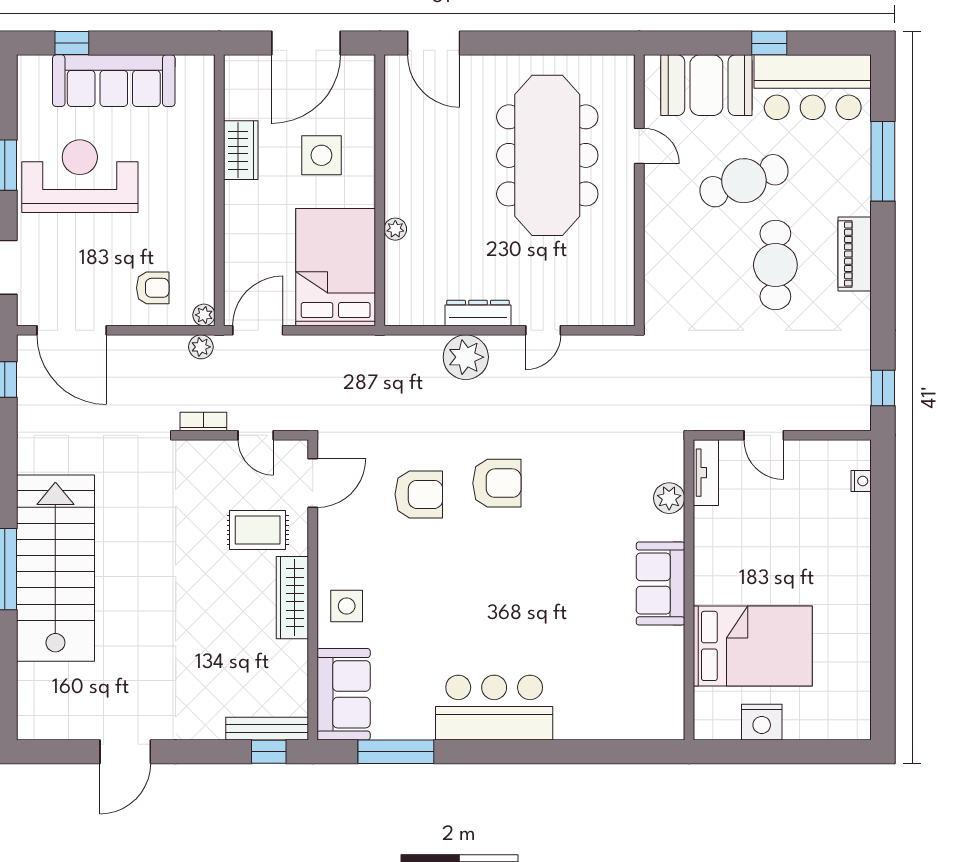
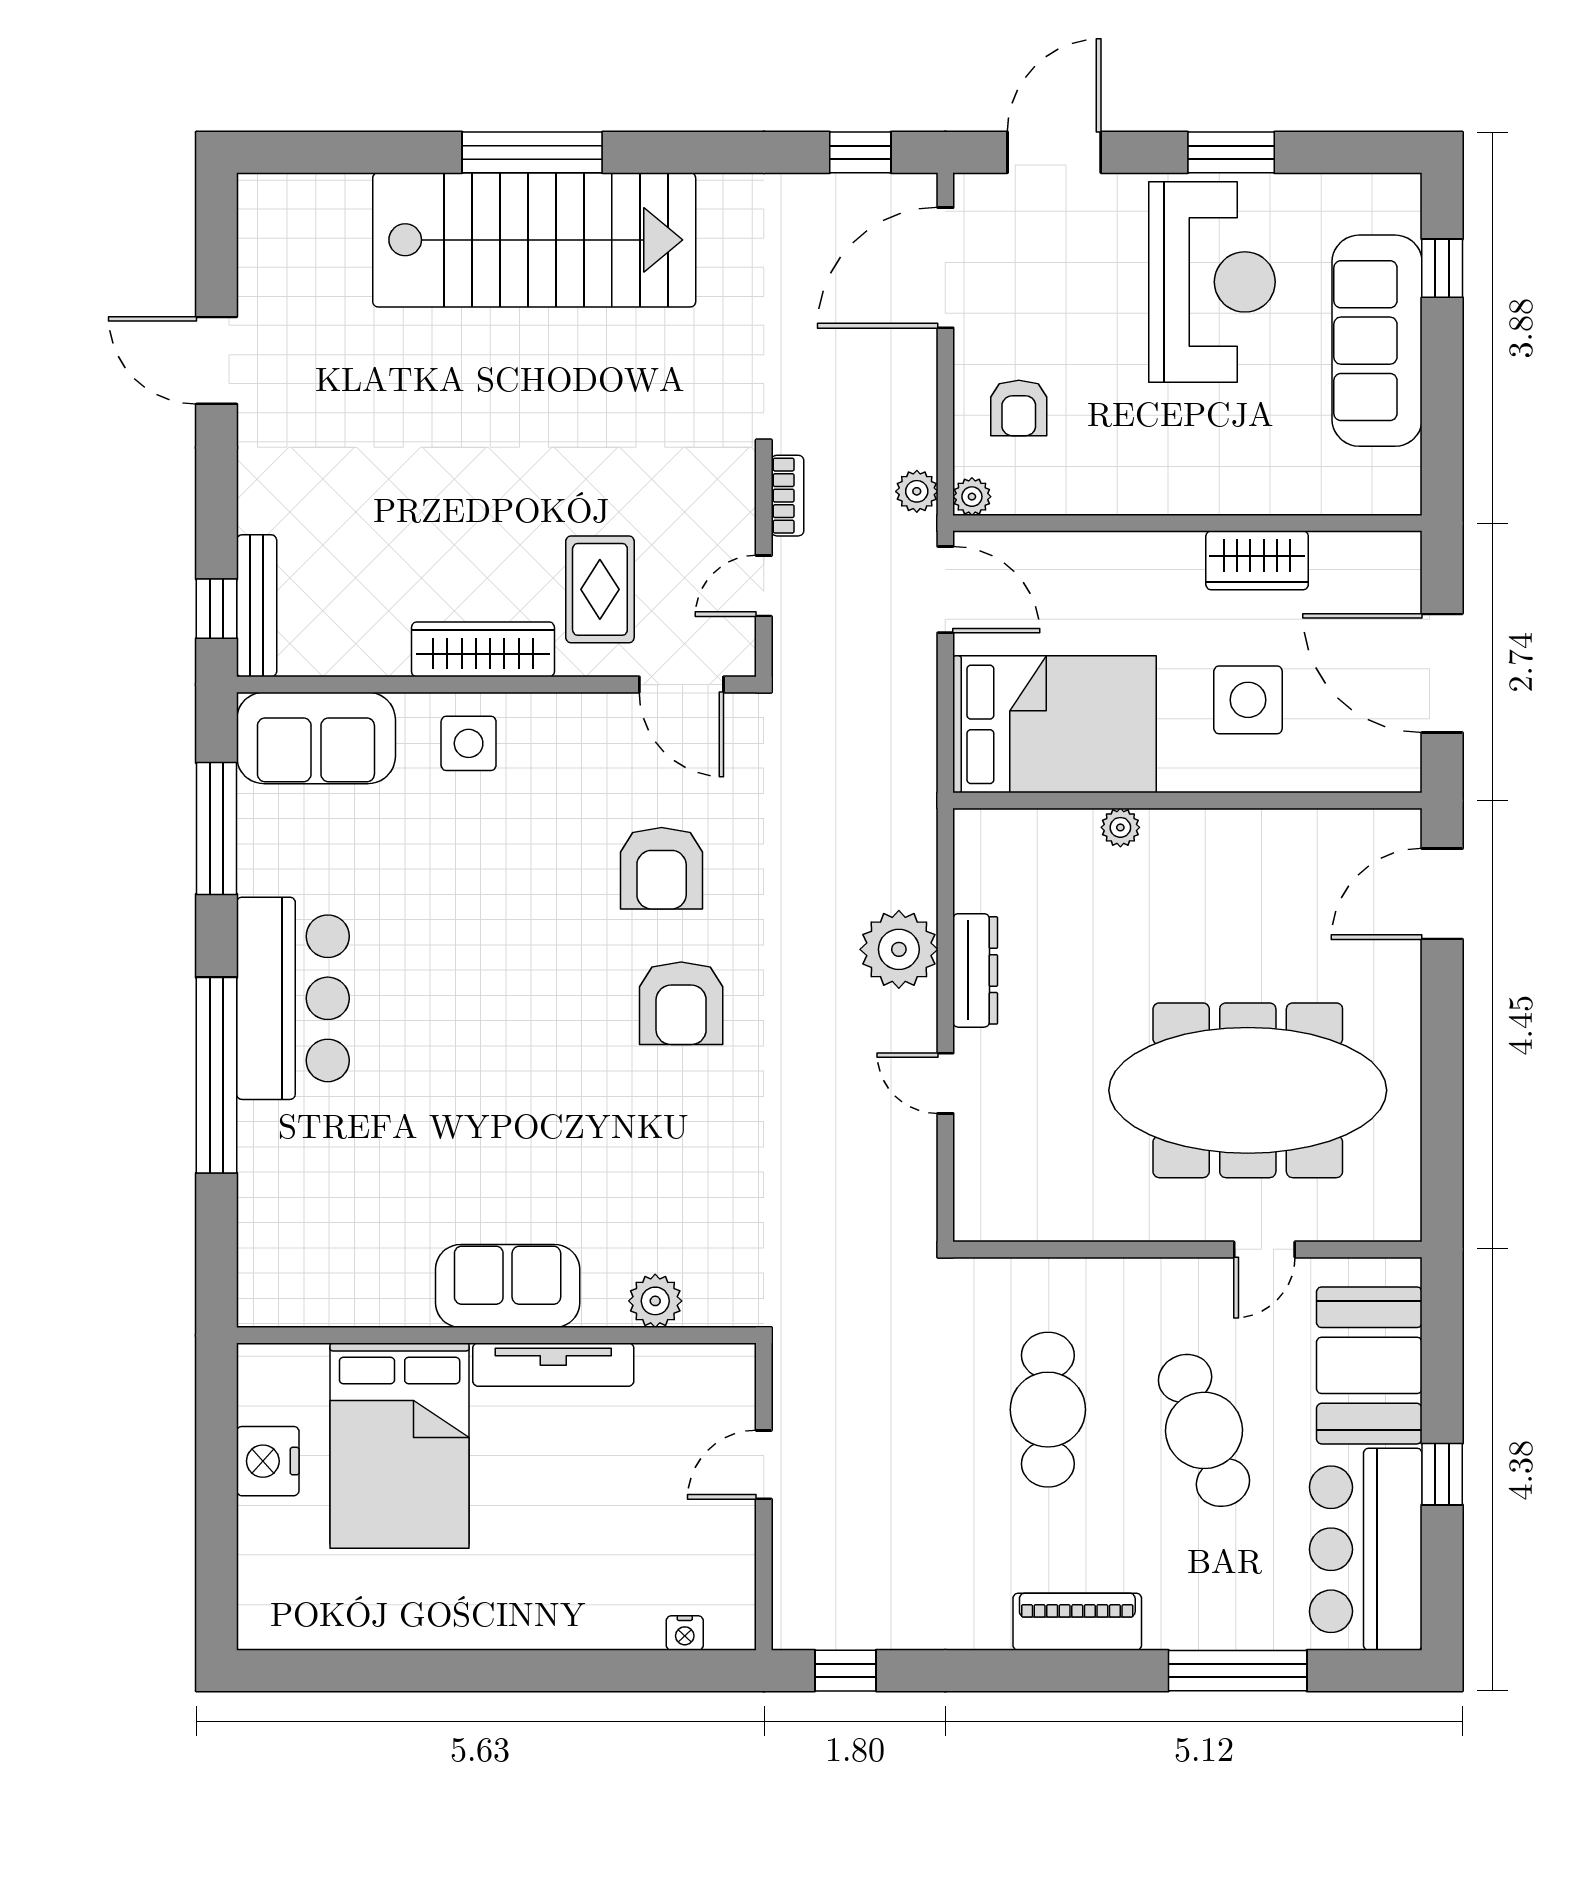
cafe table: (775, 265) -> (1048, 1410), moved, turned 90
tv unit: (706, 473) -> (553, 1365), moved, width x1.41
window: (539, 752) -> (216, 1075), added

